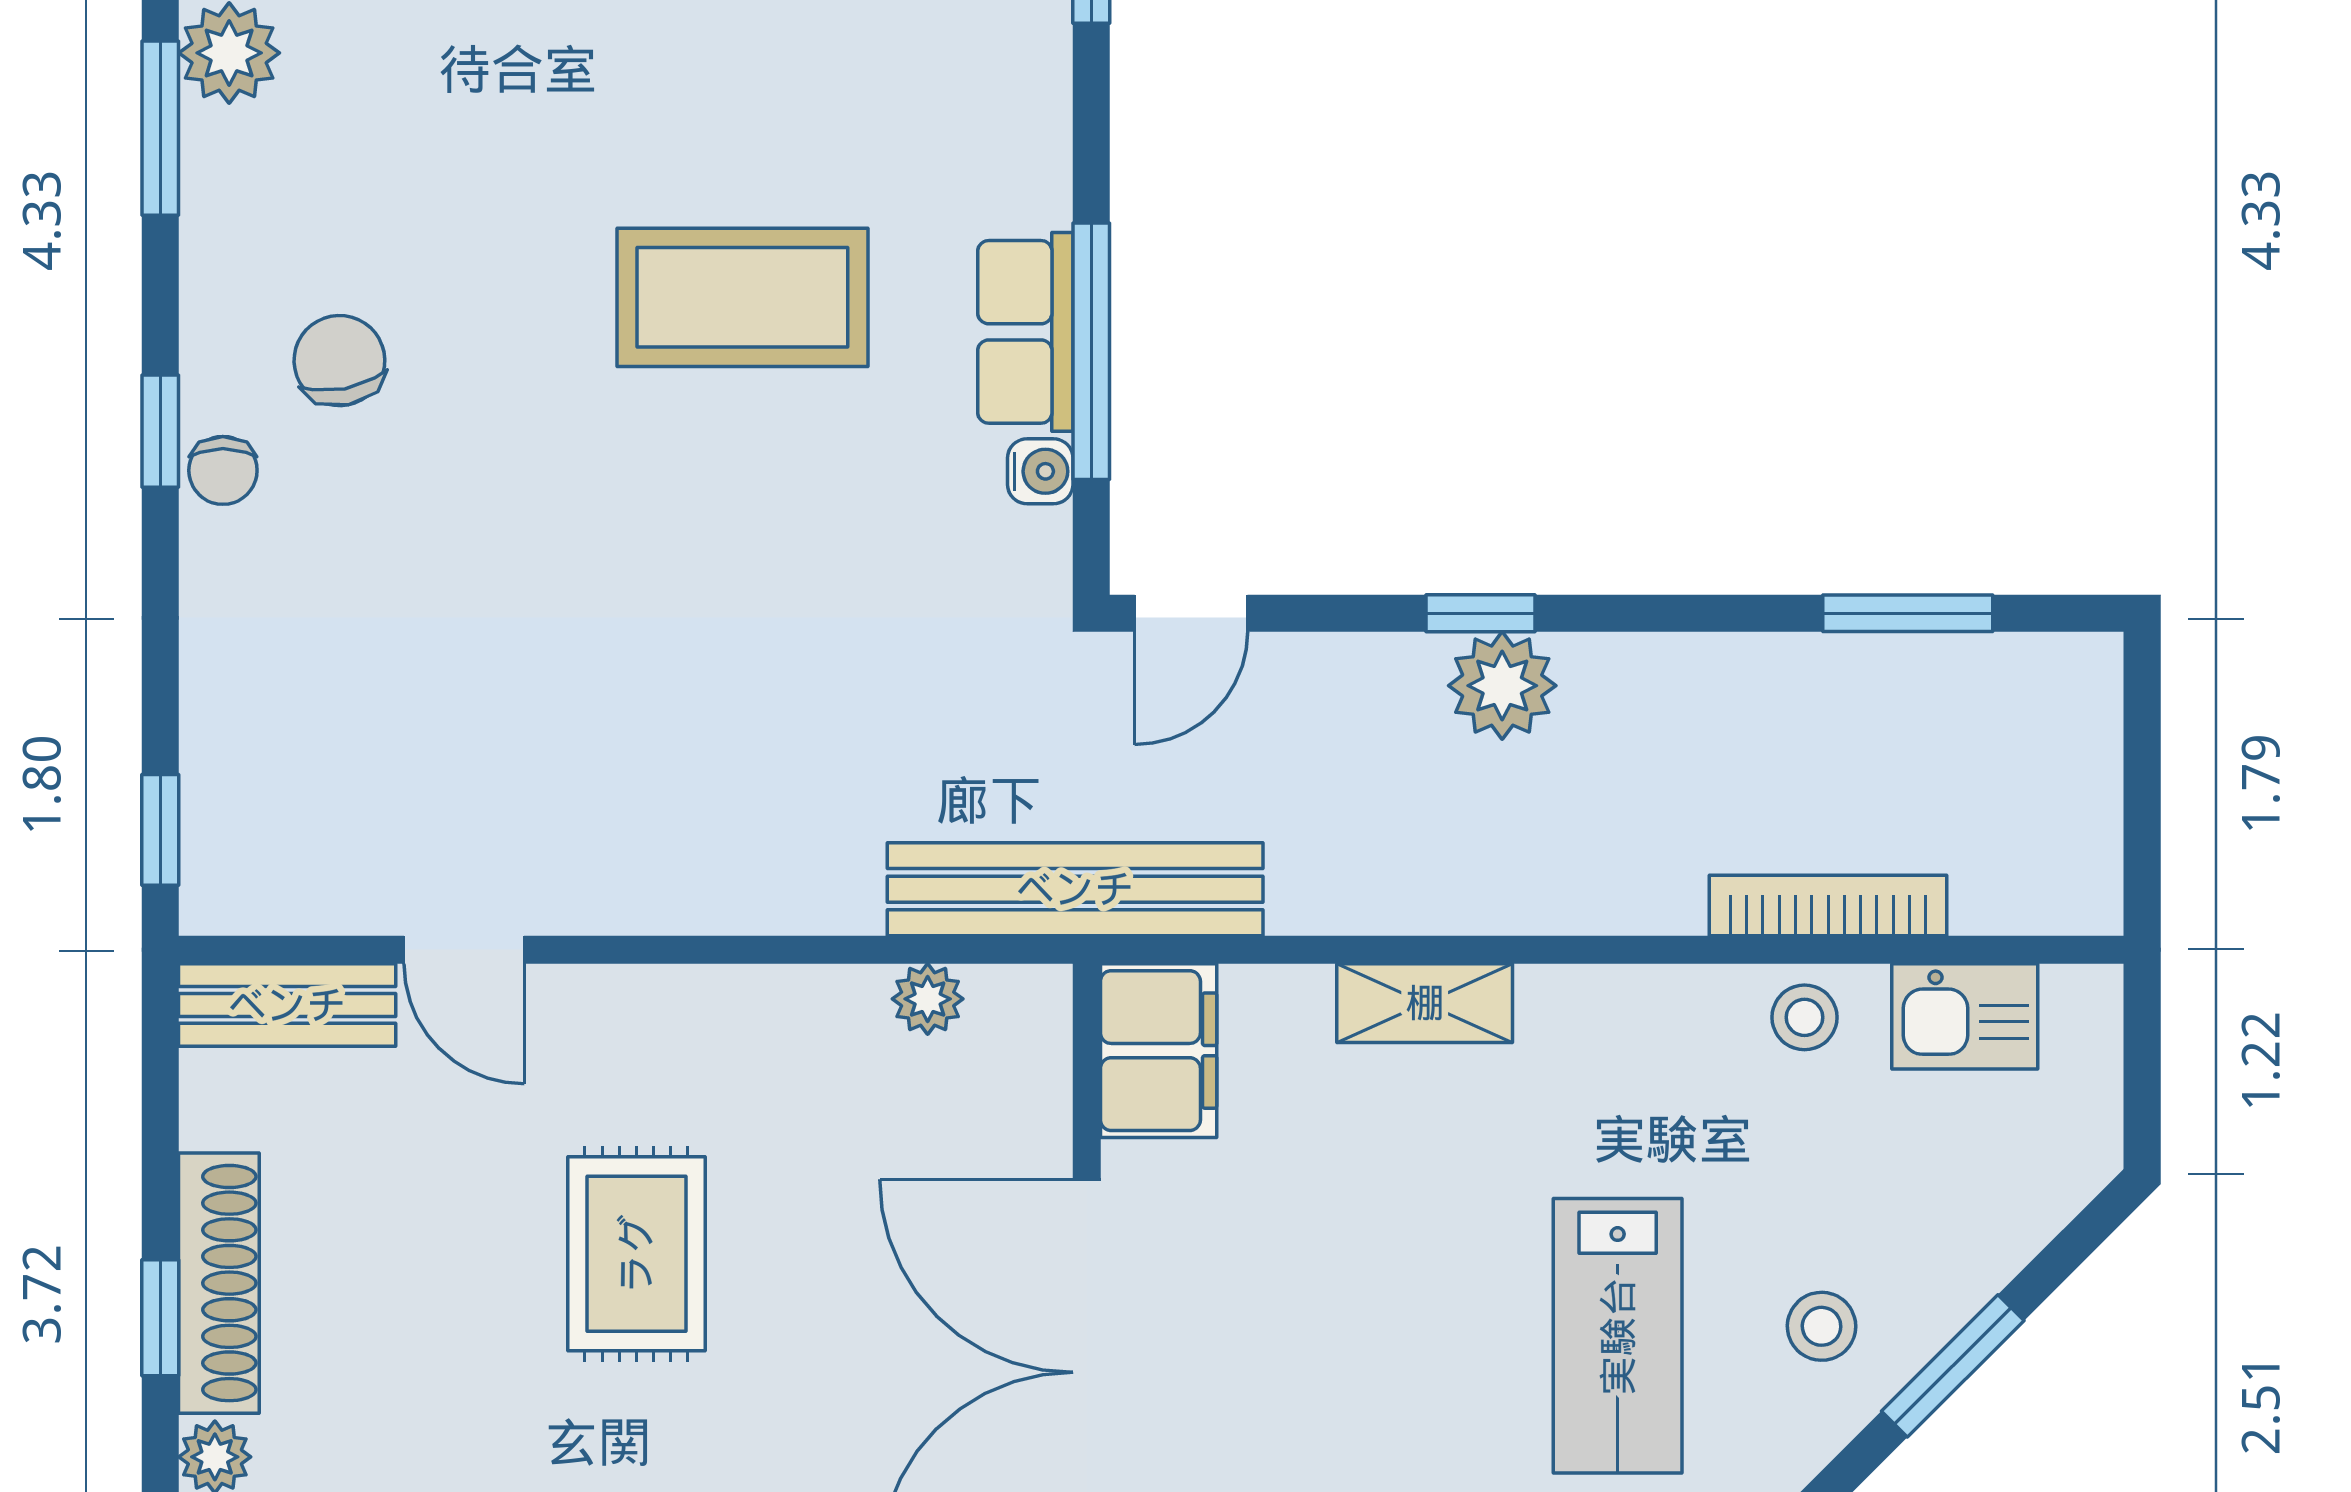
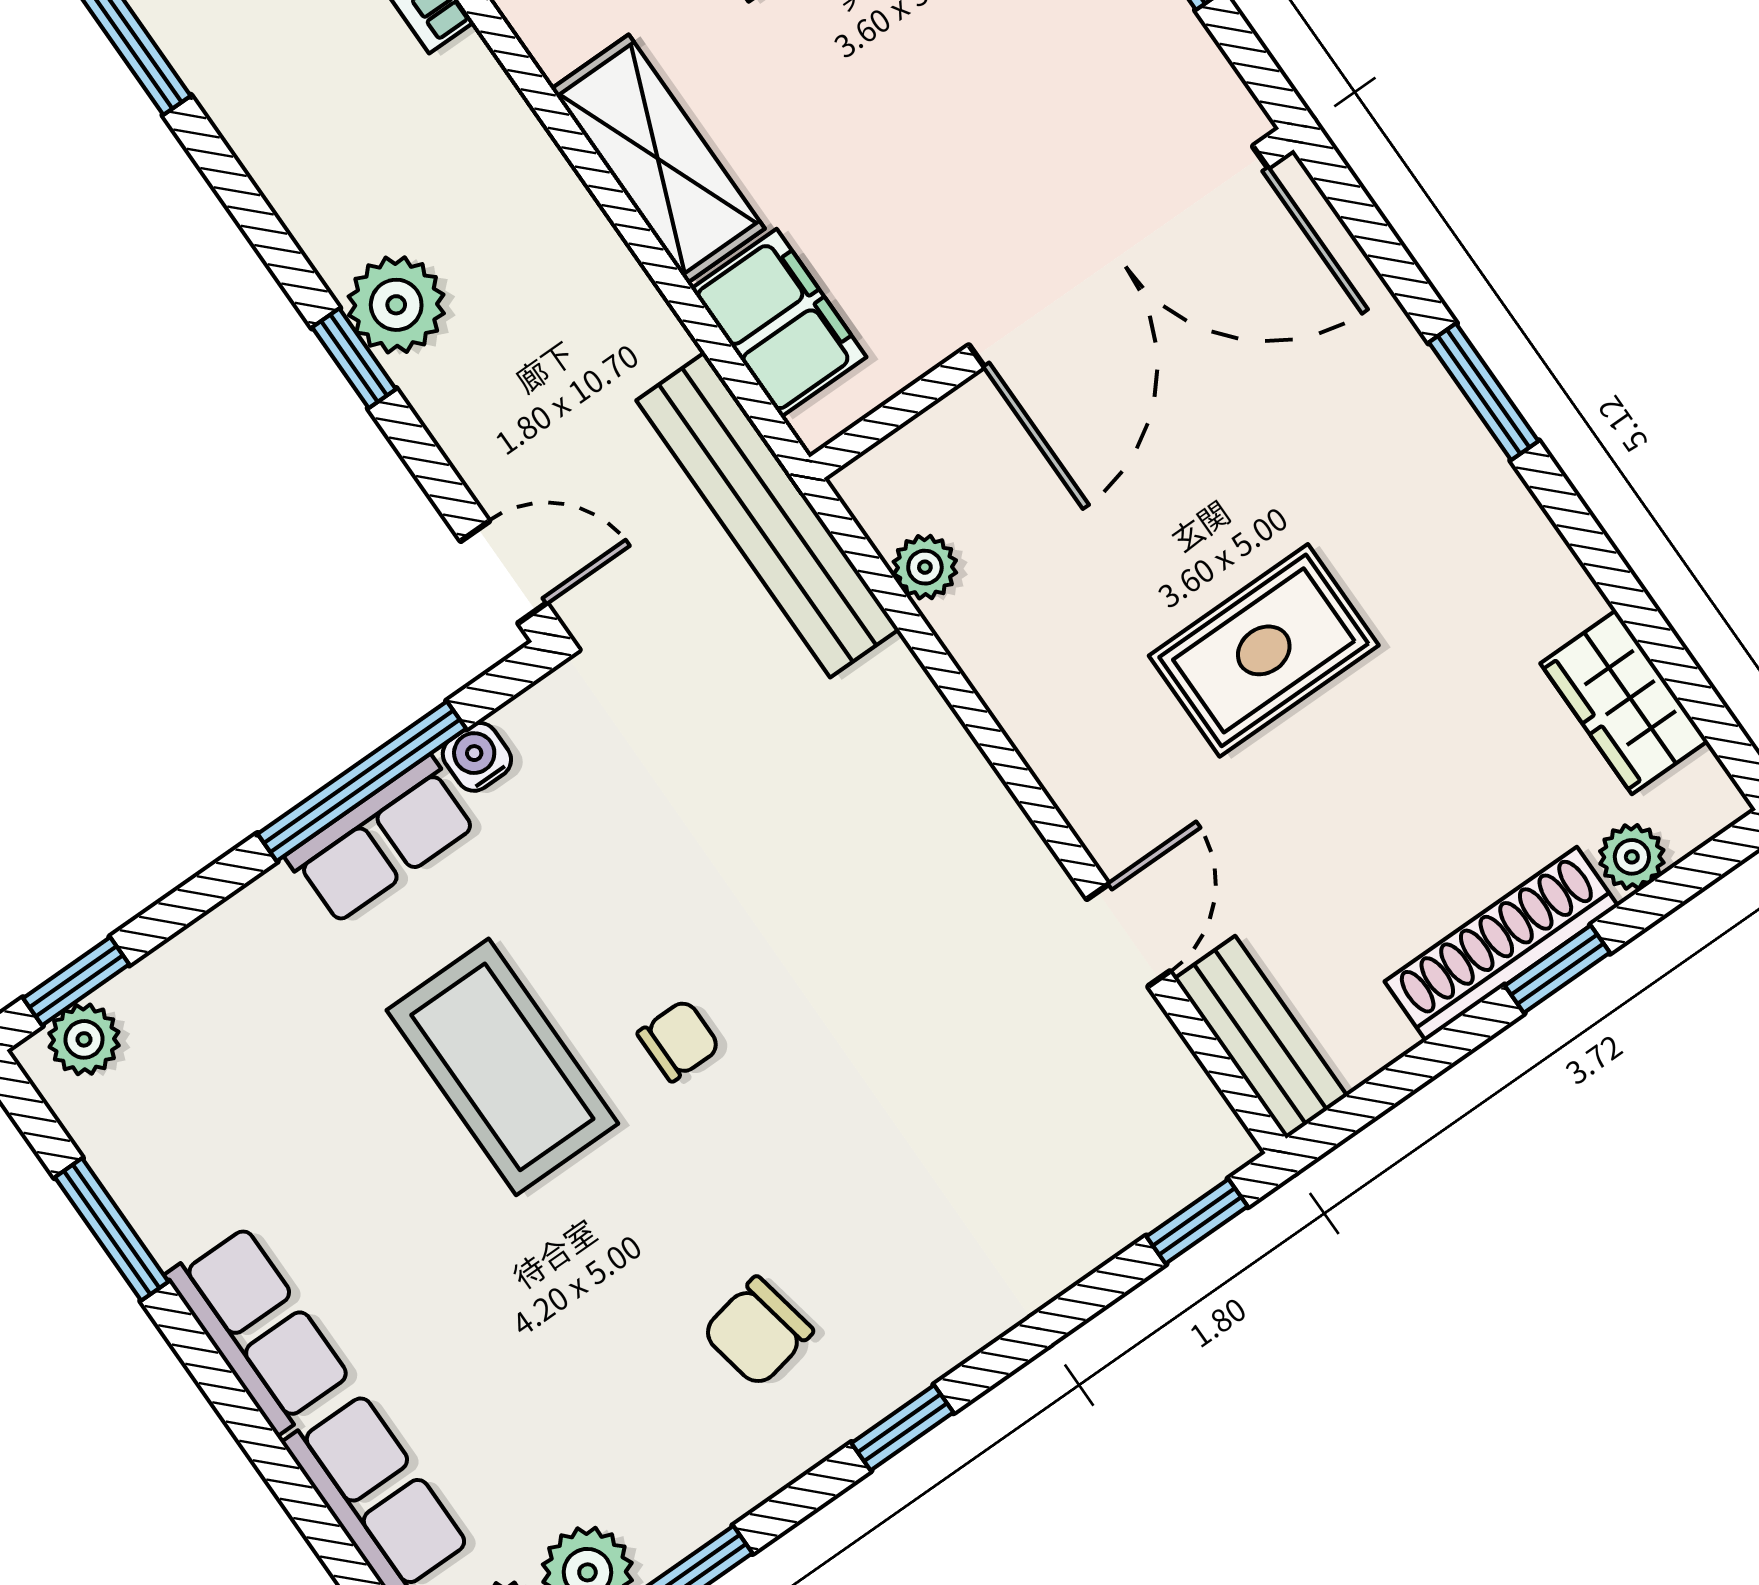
chair: (223, 470) -> (679, 1040), moved
shelving: (1425, 1003) -> (658, 159), width x1.50, depth x1.33
filing cabinet: (1159, 1051) -> (779, 323), moved, turned 90

